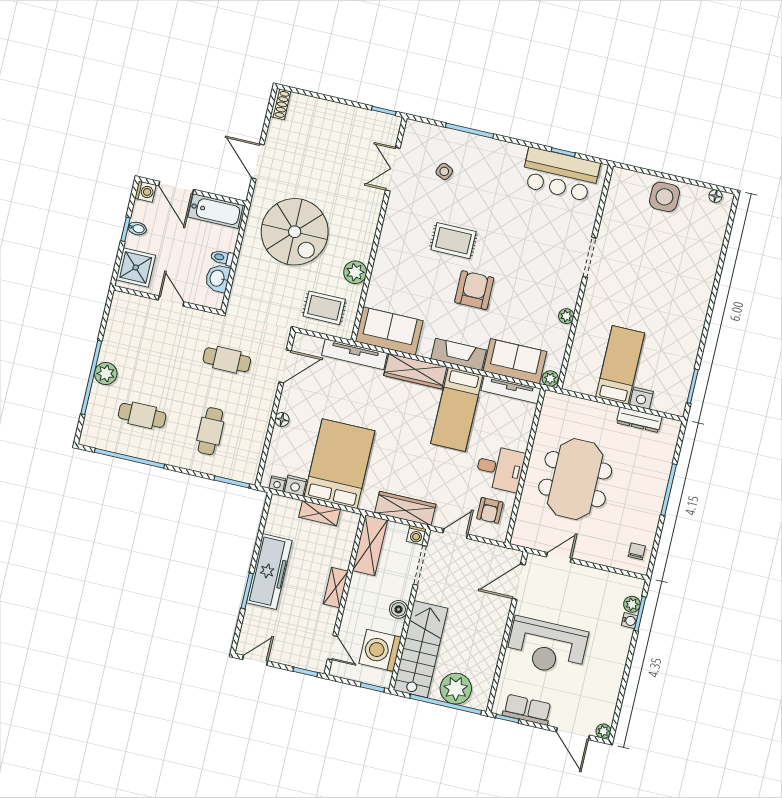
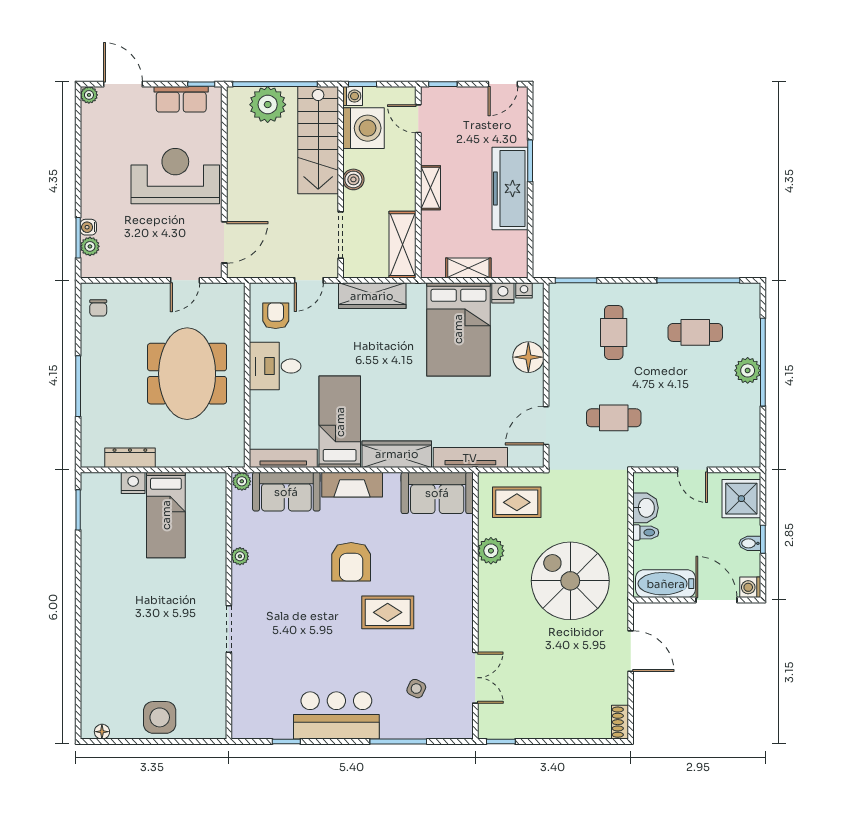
bar counter: (560, 175) -> (336, 715), moved
floor lamp: (282, 419) -> (528, 357), width x1.89, depth x1.89
washing machine: (416, 535) -> (353, 96), moved, turned 90

